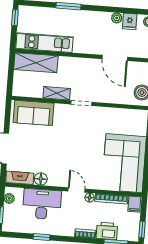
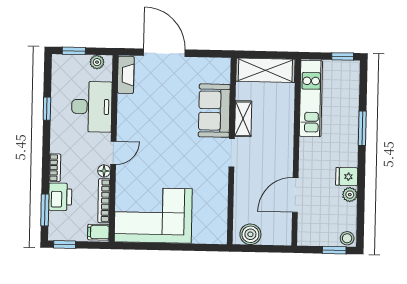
fridge: (130, 21) -> (347, 177), moved
shelving: (36, 63) -> (265, 70), moved, turned 90
sofa: (34, 113) -> (214, 111), moved
floor lamp: (41, 179) -> (126, 103), removed

